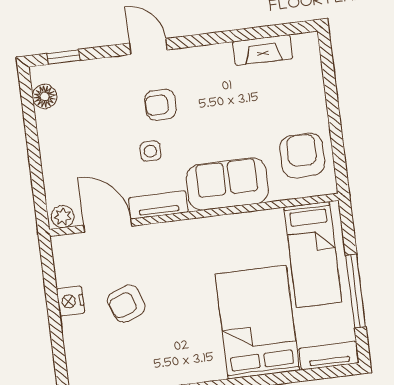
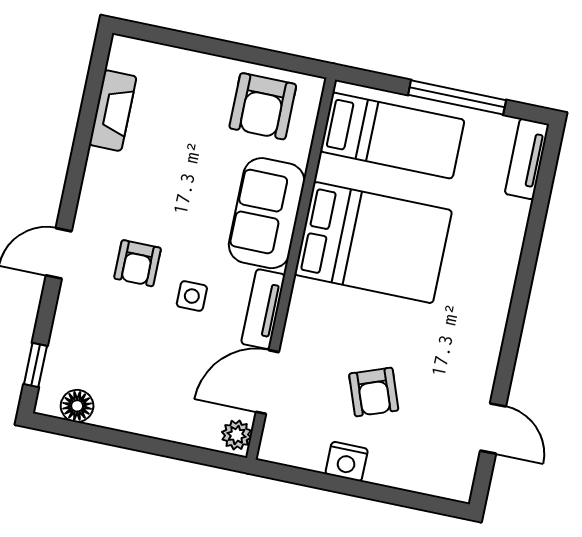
armchair: (302, 155) -> (263, 106), turned -90
bed: (257, 322) -> (373, 243), moved, turned 180

